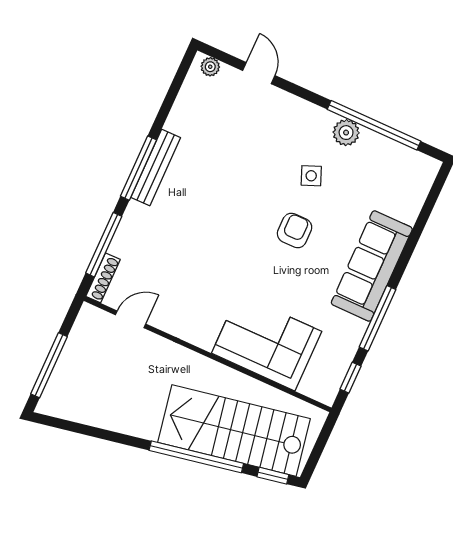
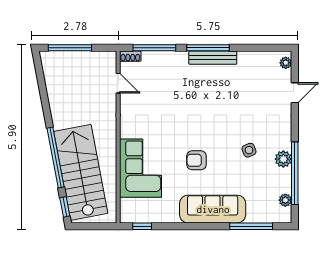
plant: (406, 156) -> (285, 200), added
armchair: (295, 230) -> (197, 160), moved, turned 180
shoe rack: (103, 278) -> (130, 56), width x0.70
window: (378, 318) -> (251, 226), moved

